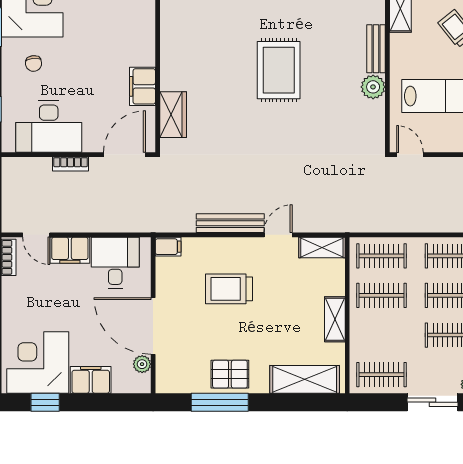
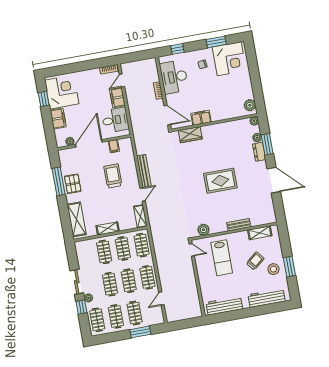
plant: (373, 87) -> (203, 230), moved
door: (410, 155) -> (192, 250), hinge flipped
door: (278, 235) -> (143, 195), hinge flipped
filing cabinet: (168, 247) -> (114, 146), moved
clothes rail: (382, 375) -> (104, 252), moved

